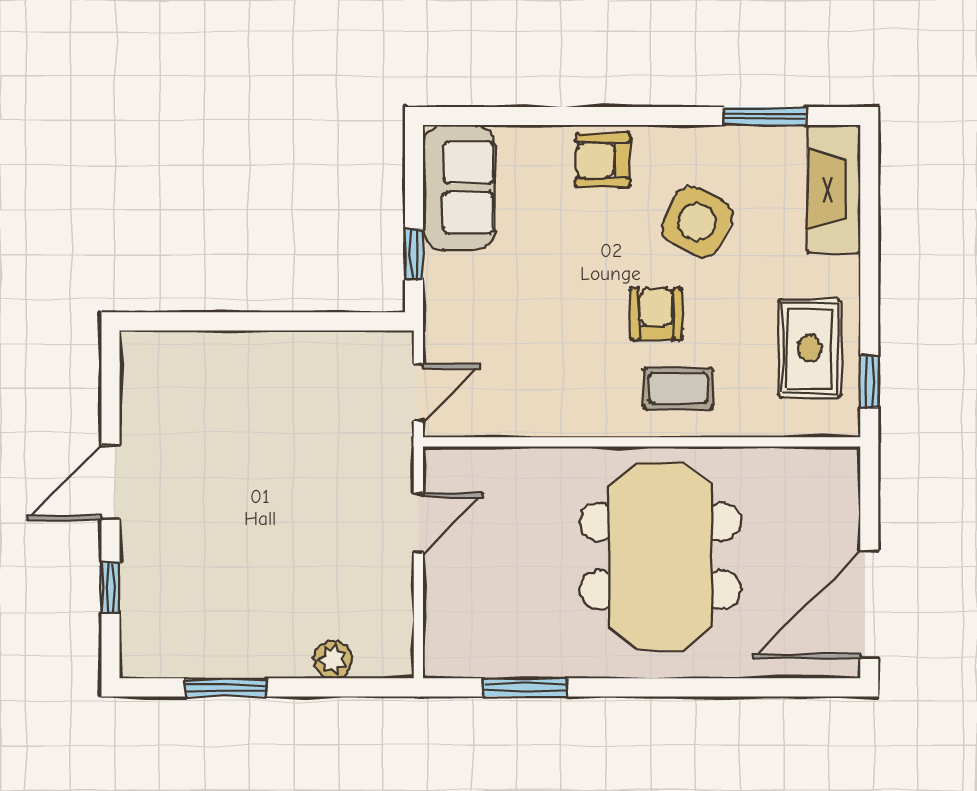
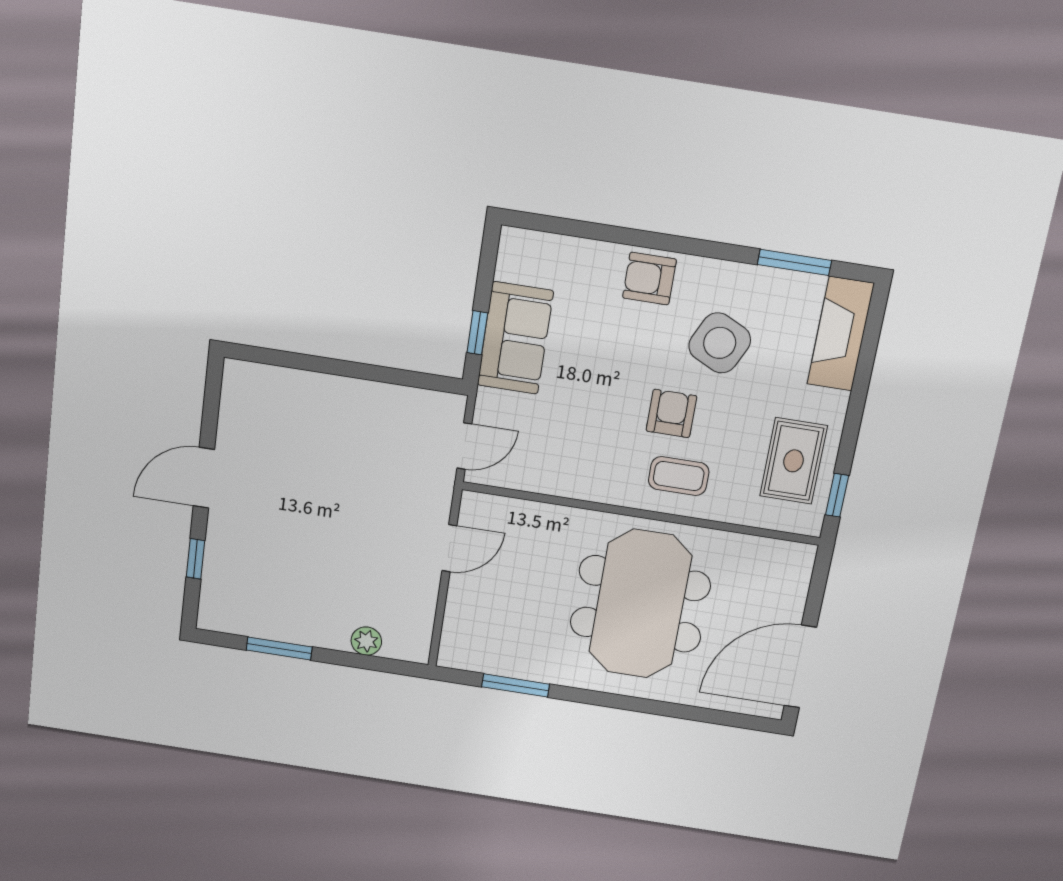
sofa: (459, 188) -> (515, 338), moved

